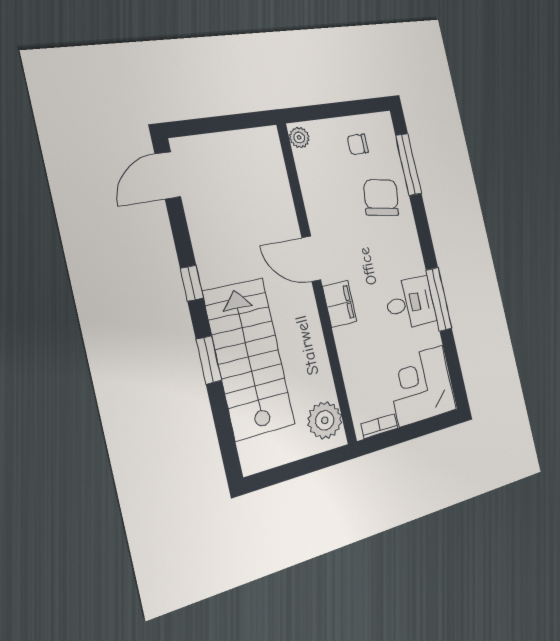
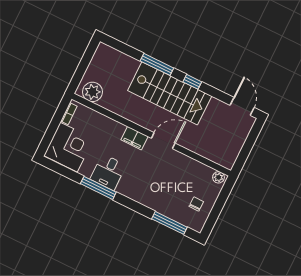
chair: (381, 198) -> (165, 196), removed
stairs: (249, 359) -> (170, 93), moved
window: (209, 360) -> (157, 64), width x1.44

